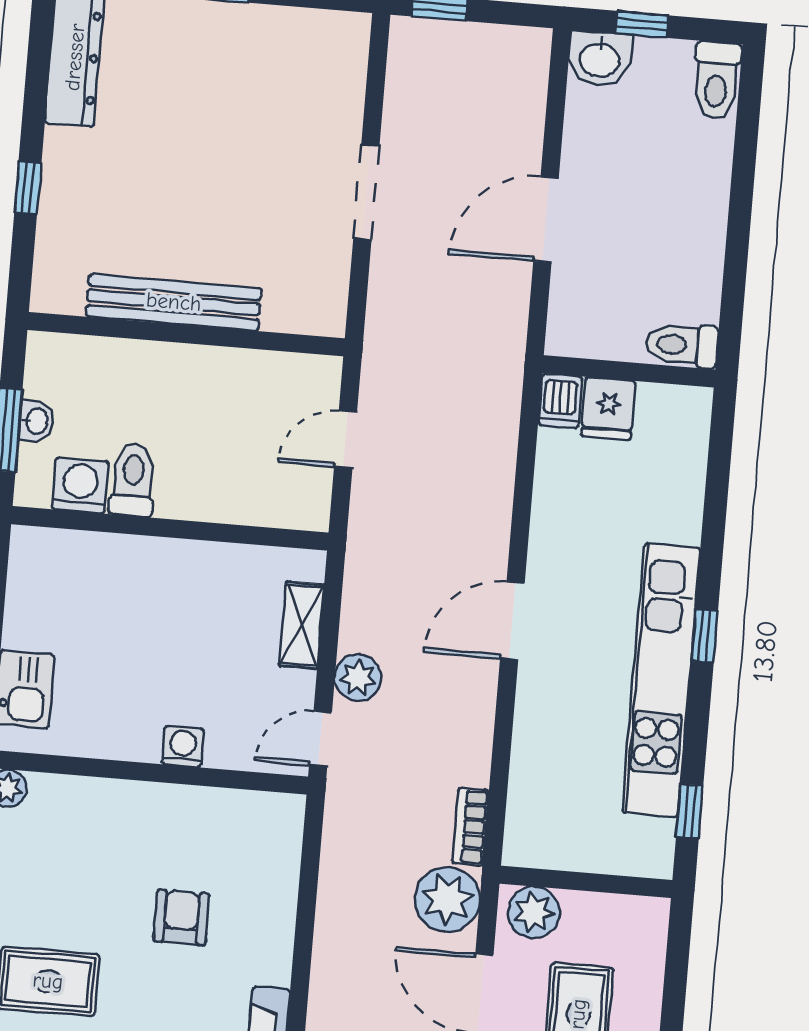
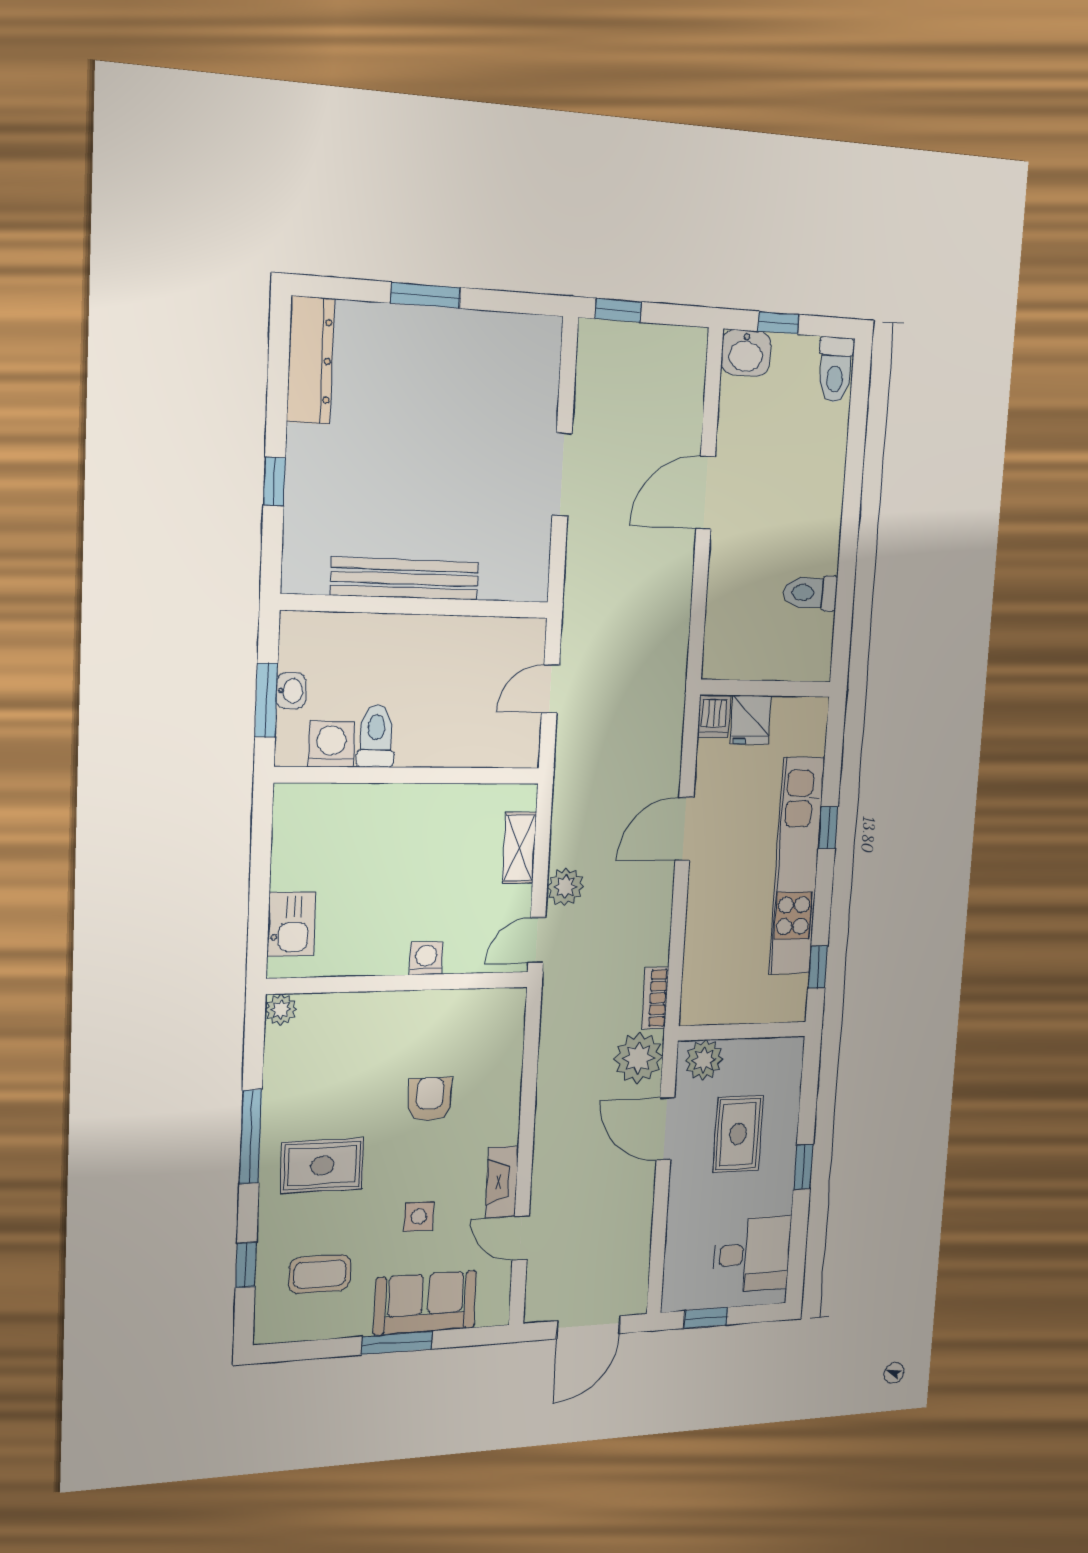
wall: (629, 371) -> (766, 688), moved
dishwasher: (560, 401) -> (714, 716), moved
fridge: (608, 409) -> (751, 720), moved

